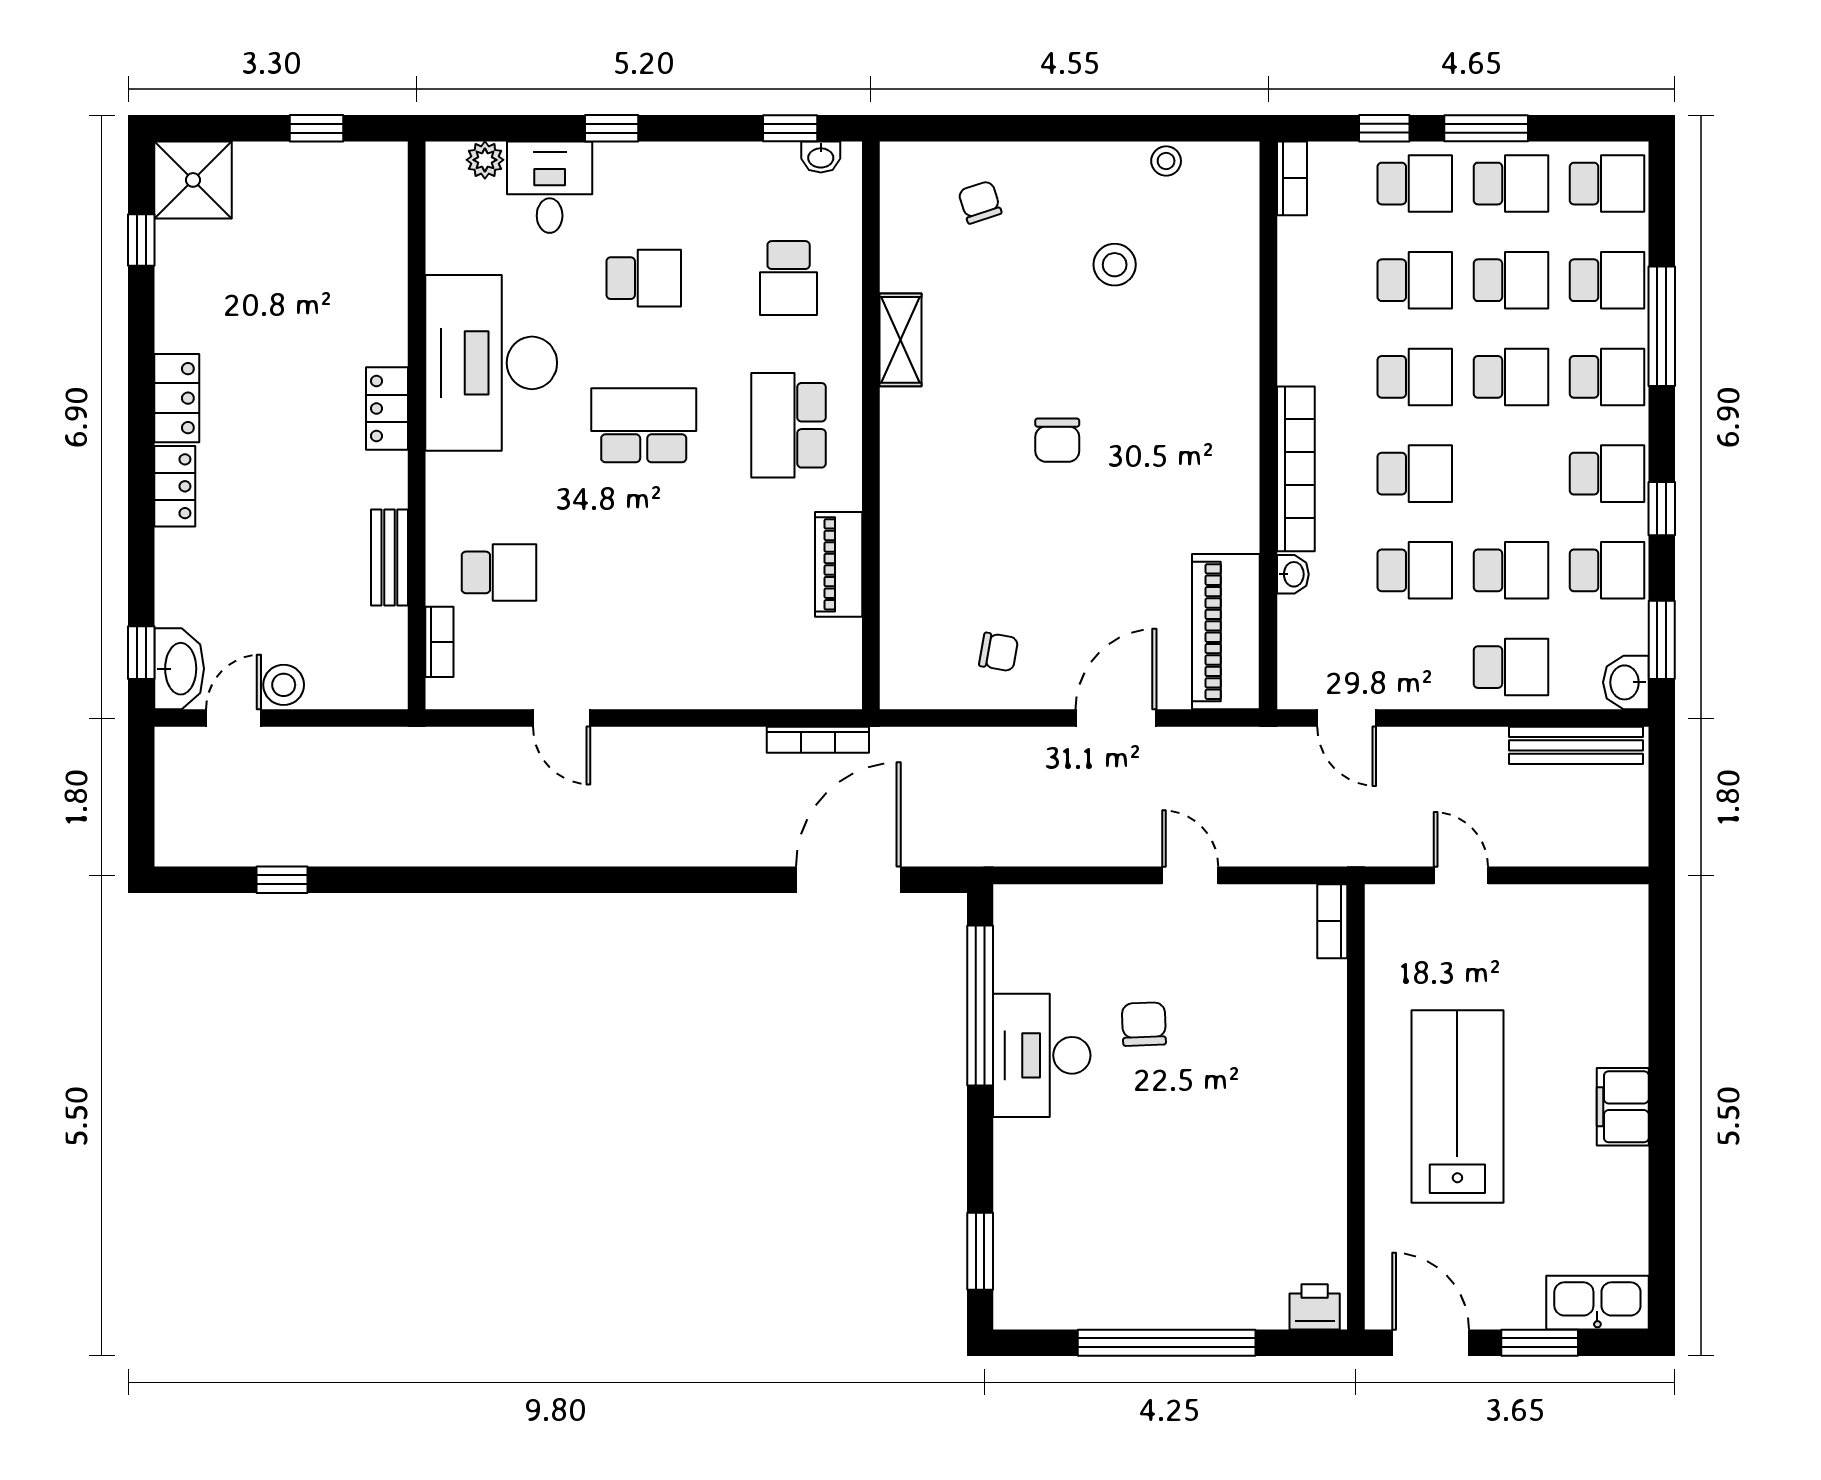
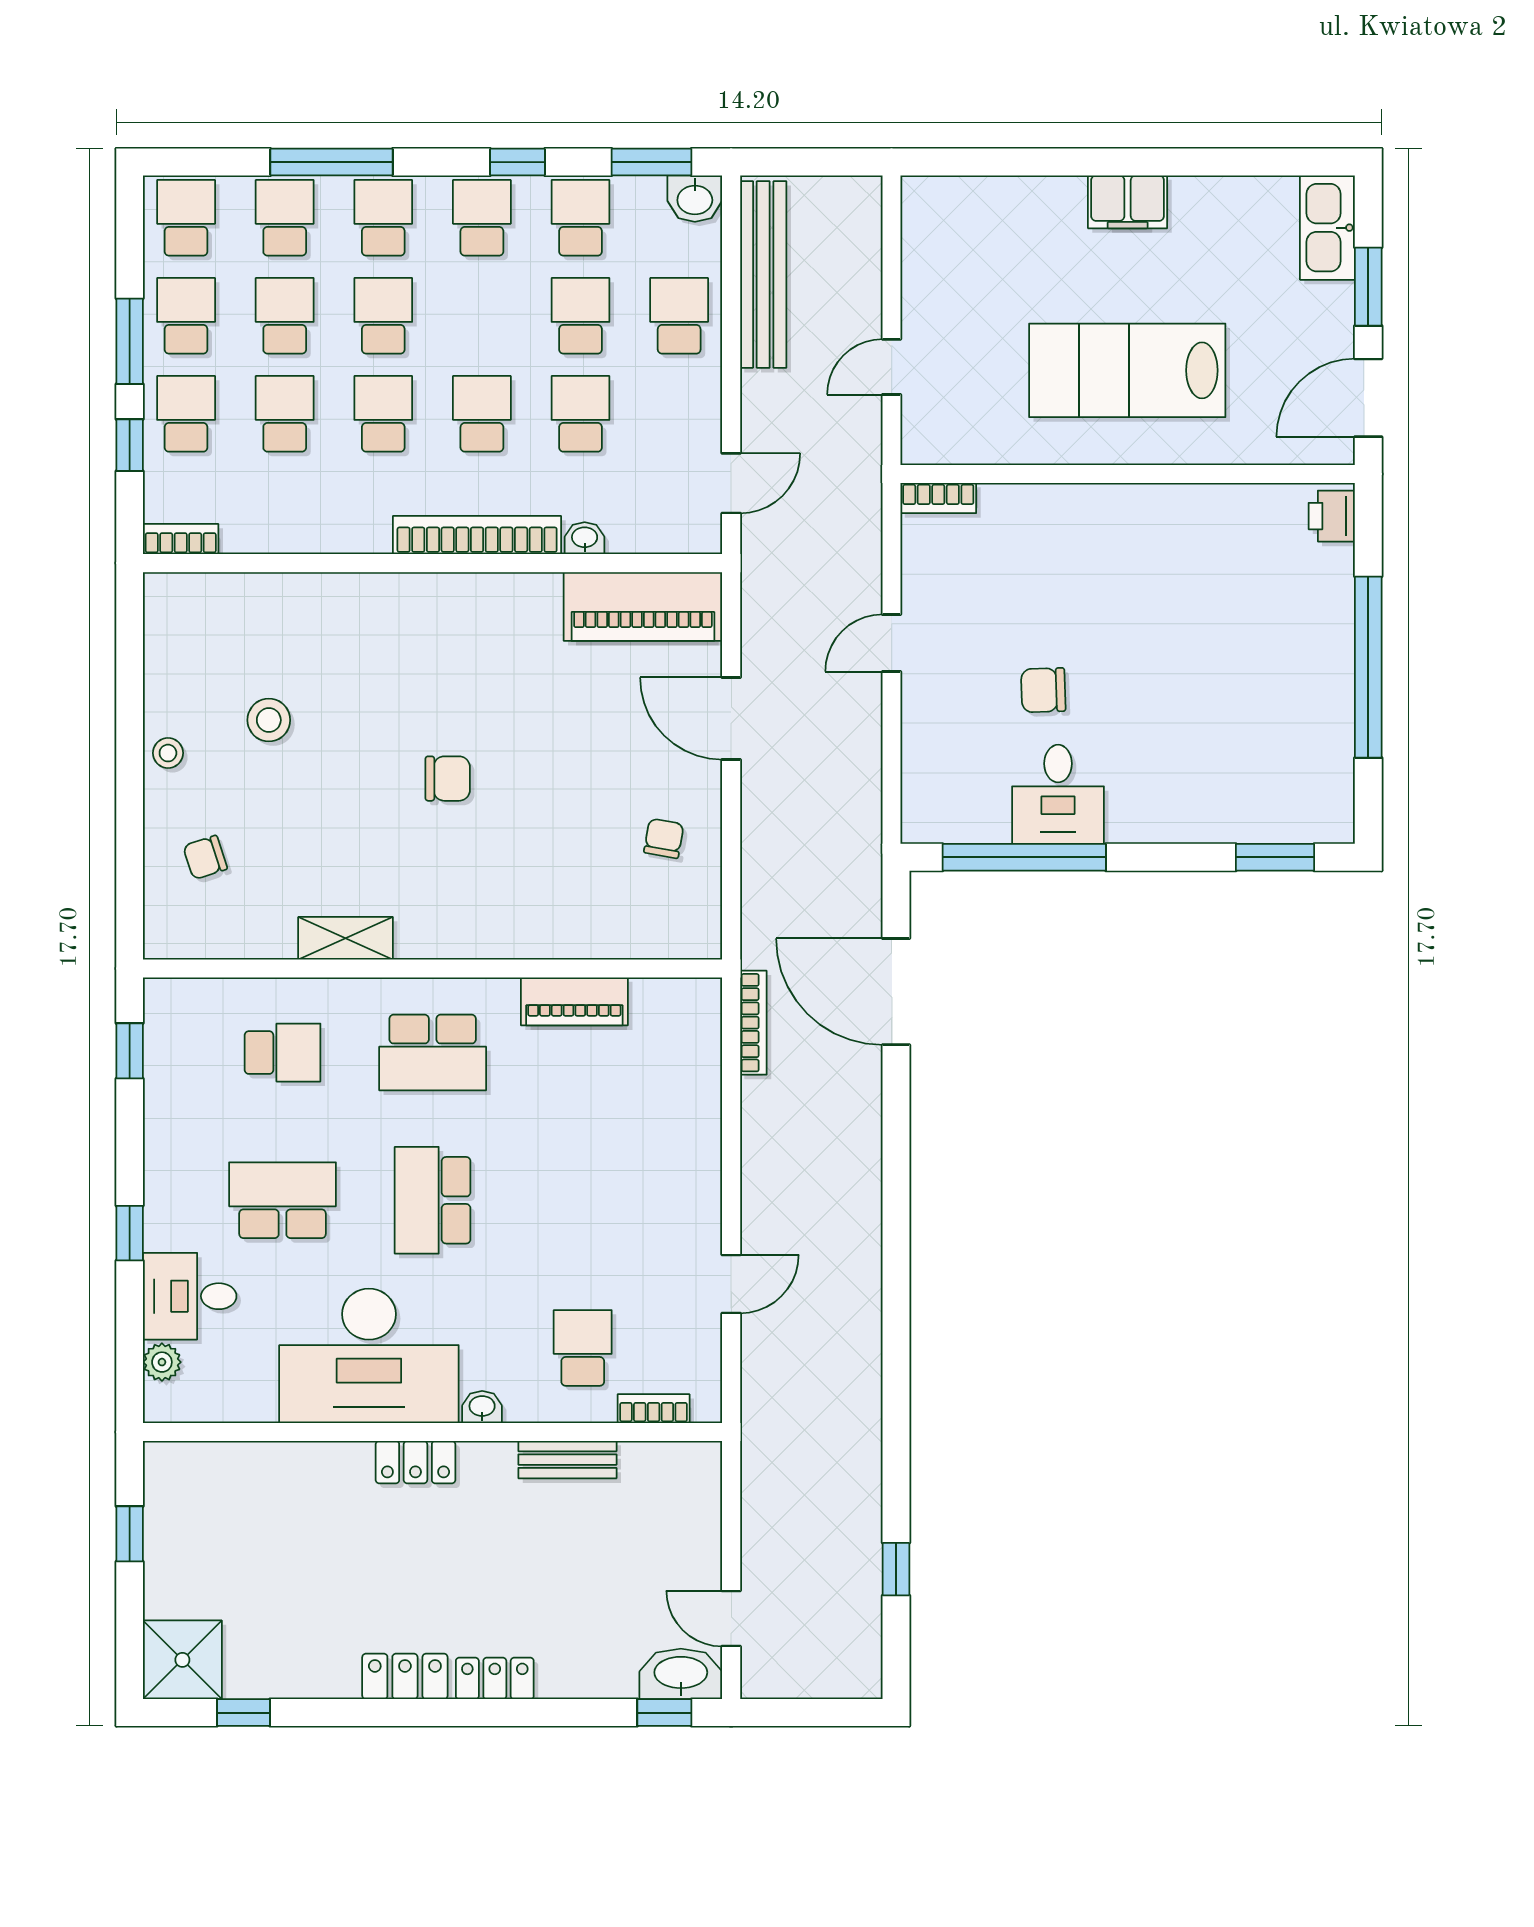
washbasin: (821, 157) -> (482, 1407), moved, turned -90
stool: (1166, 161) -> (168, 753), moved
school desk: (644, 278) -> (283, 1200), width x1.85
stool: (284, 685) -> (697, 1567), removed
bench: (1576, 745) -> (763, 275), width x1.37, depth x1.21
desk: (1042, 1055) -> (1058, 794), width x0.73

